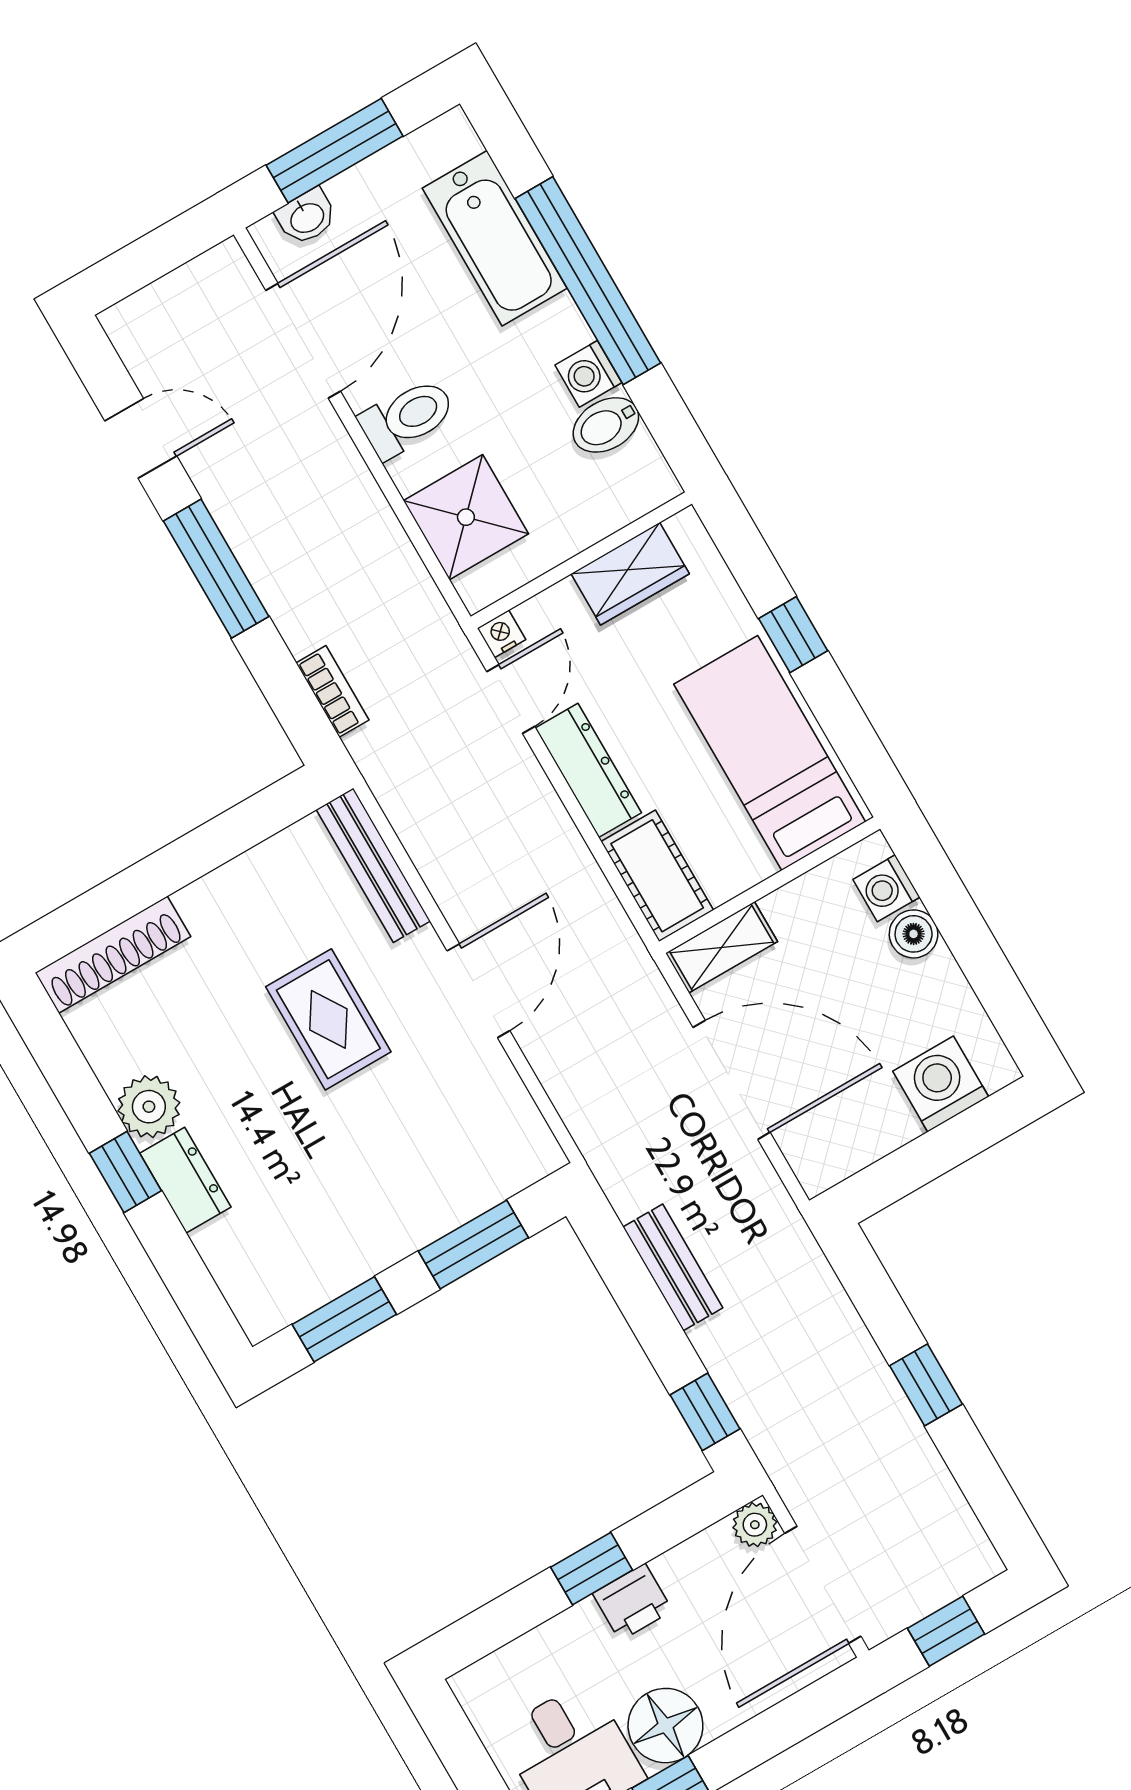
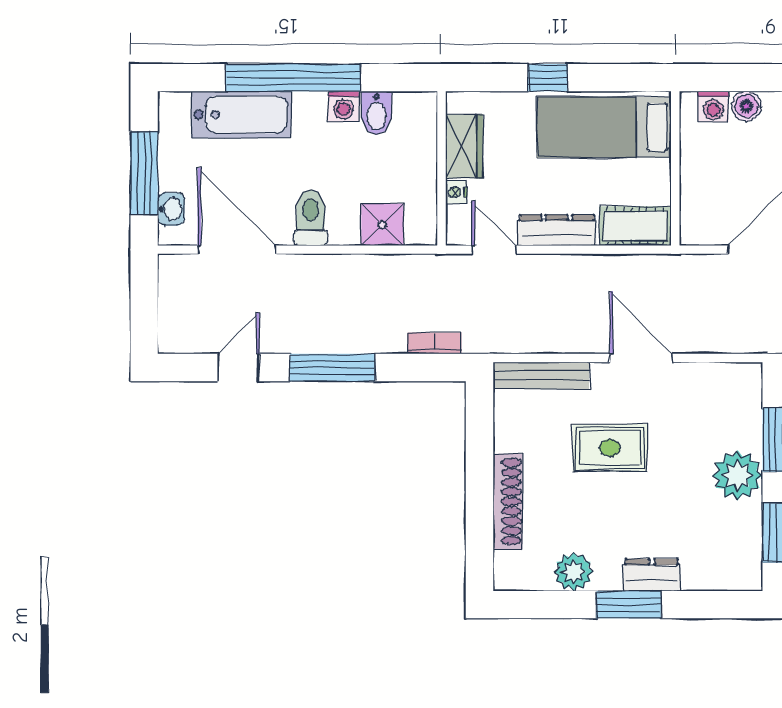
shower: (466, 517) -> (382, 225), width x0.73, depth x0.73
nightstand: (502, 634) -> (456, 192), moved
shelving: (722, 947) -> (694, 214), removed
shoe rack: (113, 955) -> (508, 502), moved
plant: (149, 1107) -> (574, 572), moved
window: (125, 1172) -> (629, 605), width x1.50
plant: (393, 1219) -> (738, 475), added

